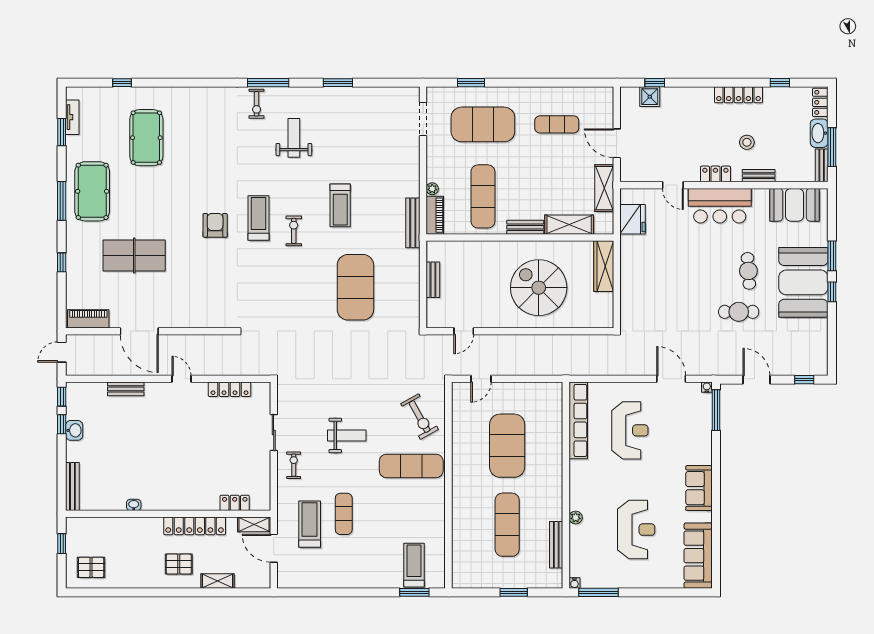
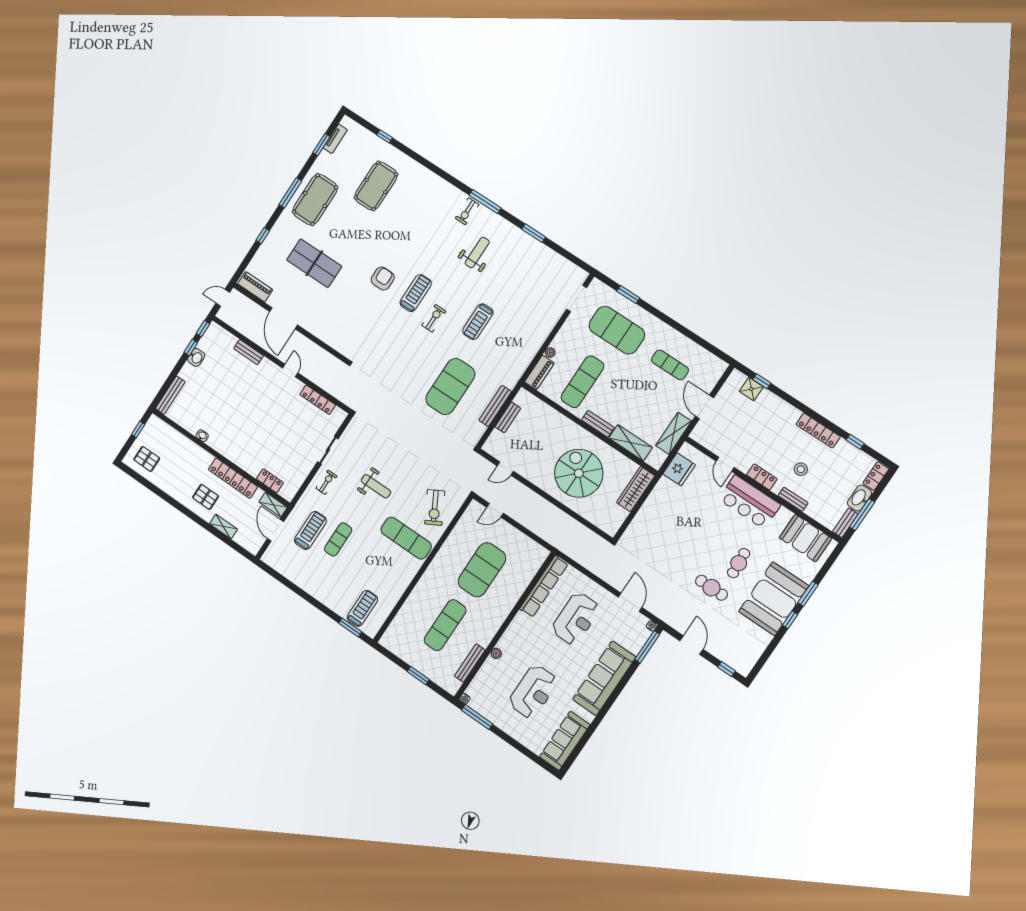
bench: (413, 223) -> (495, 406), moved
sofa: (699, 488) -> (604, 678), width x1.85, depth x1.27

